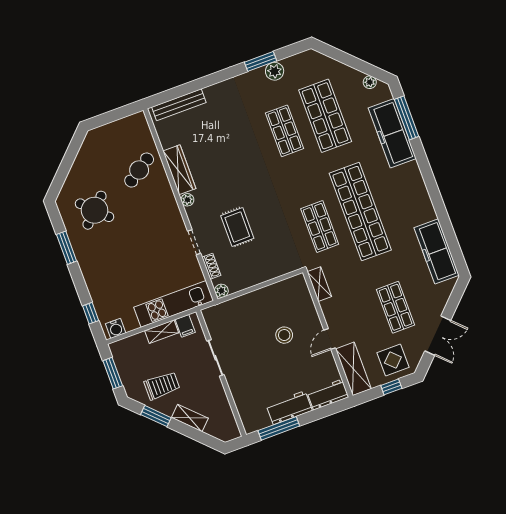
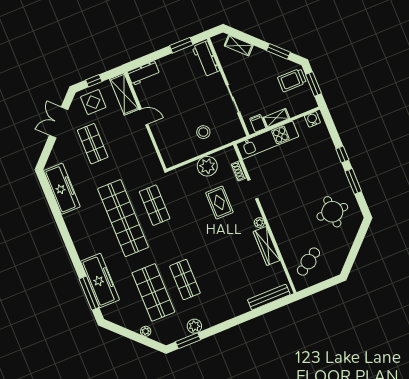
window: (260, 61) -> (188, 341), moved
plant: (370, 82) -> (146, 331), moved
cafe table: (139, 170) -> (308, 262), moved
round table: (94, 210) -> (332, 212), turned 45
shelving: (319, 284) -> (153, 160), removed
plant: (221, 291) -> (207, 166), moved, width x1.88, depth x1.88
window: (91, 313) -> (342, 154), moved
stool: (284, 335) -> (203, 132), moved
door: (330, 339) -> (144, 117), hinge flipped
trolley: (162, 386) -> (292, 80), moved
workbench: (289, 408) -> (206, 59), moved, turned 90
shelving: (190, 418) -> (239, 45), moved
window: (279, 428) -> (181, 45), width x0.69

